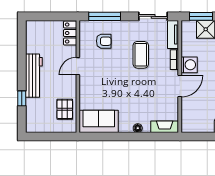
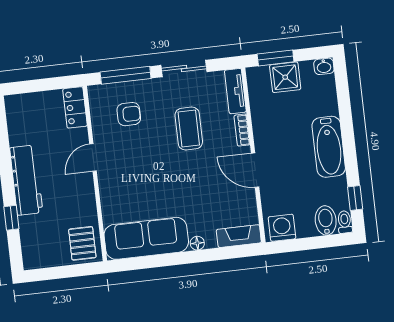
sliding door: (153, 16) -> (184, 69), moved
washing machine: (189, 65) -> (282, 228), moved, turned -90
door: (180, 86) -> (255, 170), swing flipped
pallet: (65, 109) -> (82, 243), moved
sofa: (99, 121) -> (146, 238), width x1.36

